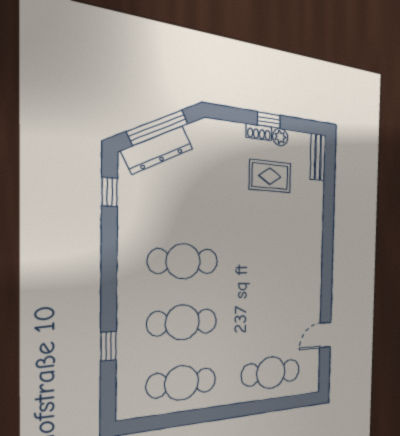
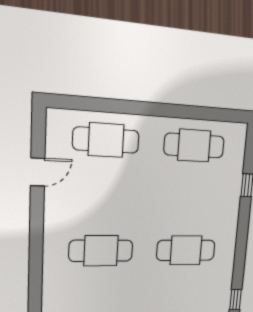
cafe table: (182, 322) -> (101, 251), moved

